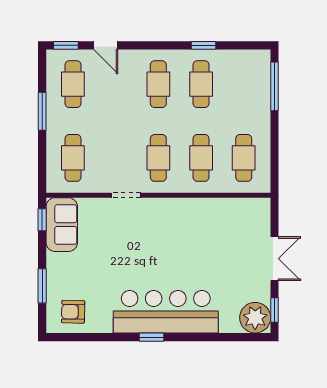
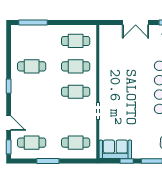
door: (106, 45) -> (9, 123), hinge flipped
window: (204, 45) -> (9, 86), moved
cafe table: (158, 84) -> (32, 92), removed
window: (42, 220) -> (127, 161), moved
double door: (275, 259) -> (136, 23), swing flipped

